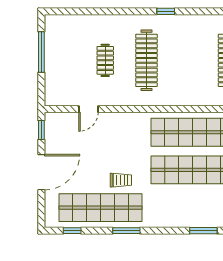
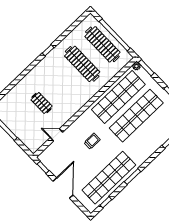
clothes rail: (146, 60) -> (82, 64), moved
door: (88, 109) -> (56, 135), swing flipped
trolley: (121, 180) -> (92, 141), moved

